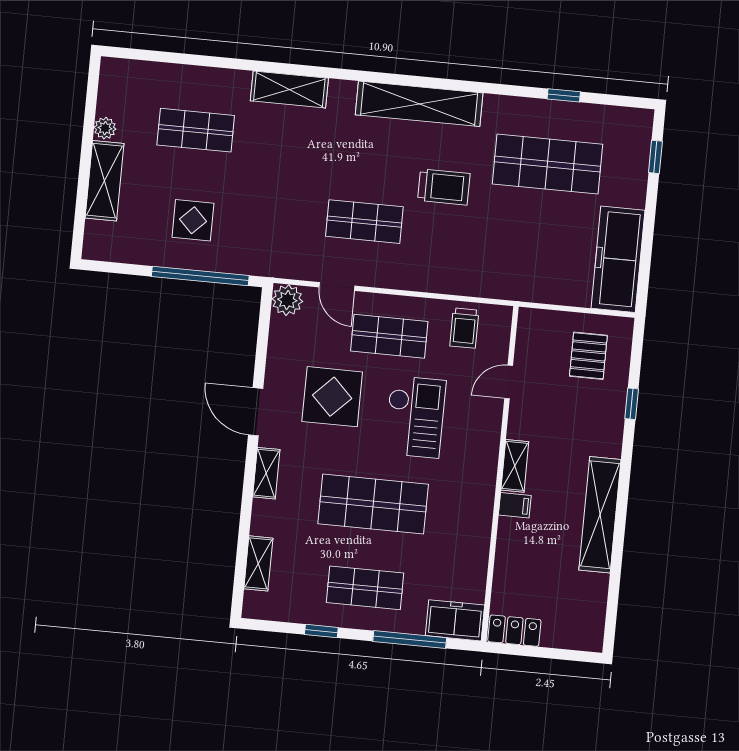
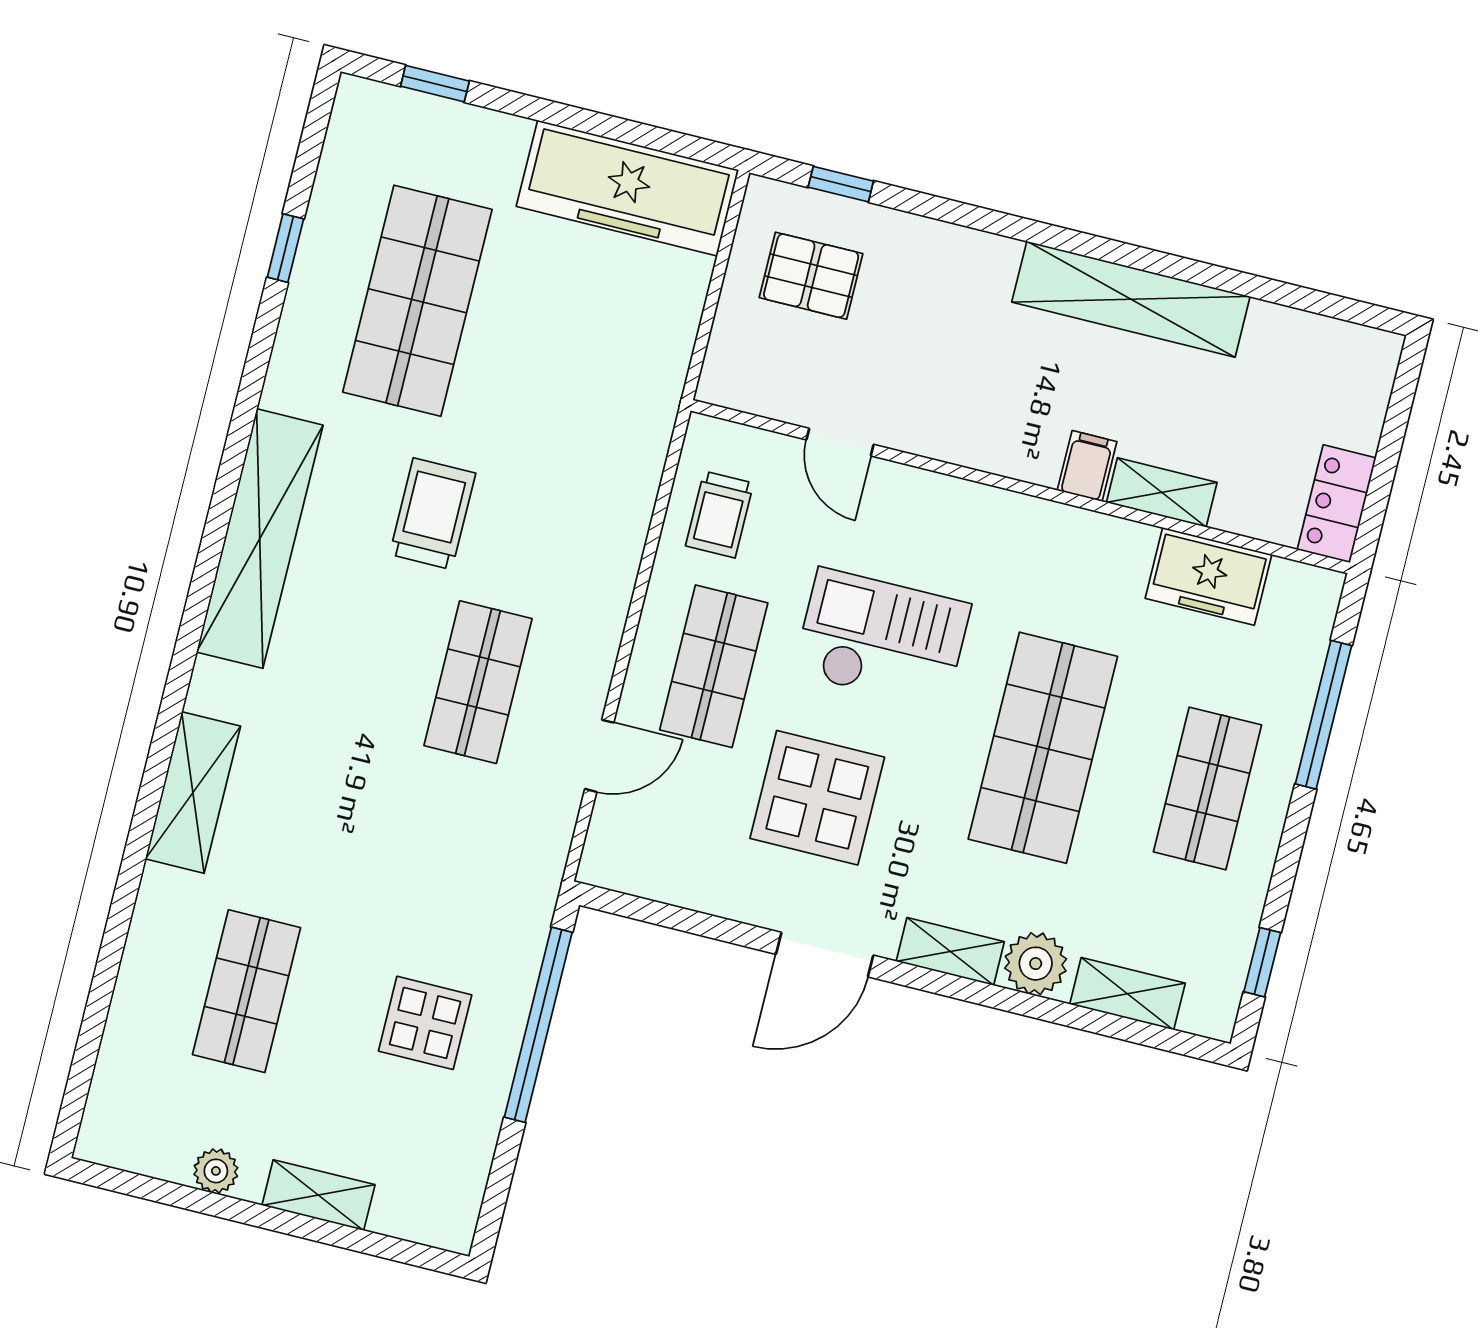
shelving: (105, 181) -> (318, 1195), width x0.67, depth x0.75
plant: (287, 300) -> (1036, 964), moved
trolley: (464, 328) -> (720, 515), turned 90
window: (632, 404) -> (841, 184), moved
shelving: (515, 466) -> (1162, 492), moved
freezer: (455, 620) -> (1209, 576), moved, turned -90
window: (321, 631) -> (1262, 962), moved

